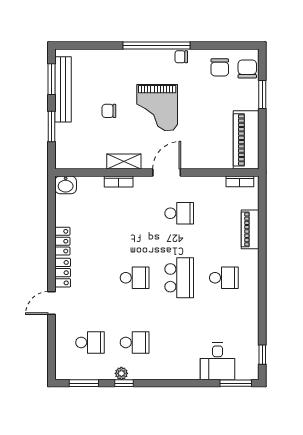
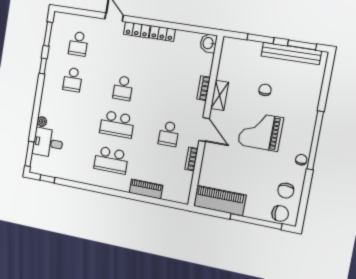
chair: (220, 67) -> (286, 191), turned -90
window: (262, 95) -> (256, 221), width x2.11
bookcase: (240, 181) -> (191, 159), moved
school desk: (224, 278) -> (111, 160), width x1.85
plant: (121, 373) -> (42, 122), moved

